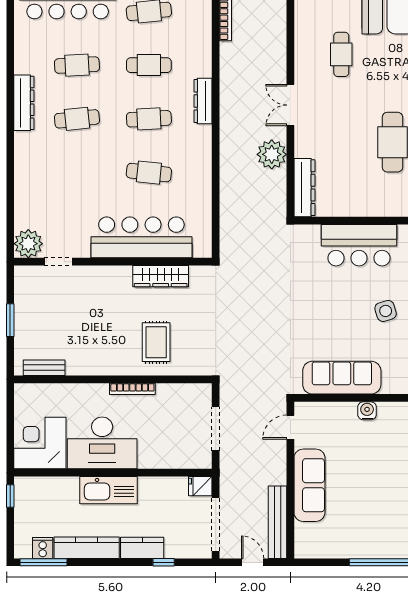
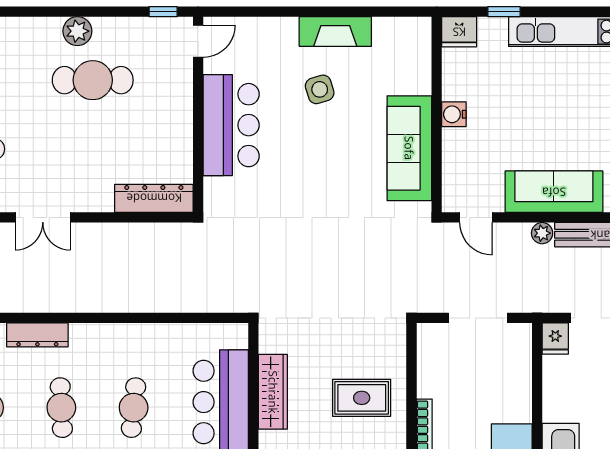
plant: (272, 154) -> (542, 233), moved, width x0.53, depth x0.53

